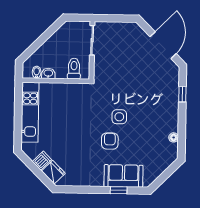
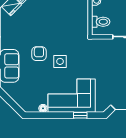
corner sofa: (159, 104) -> (72, 96), added
armchair: (110, 141) -> (39, 54), turned -90

